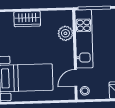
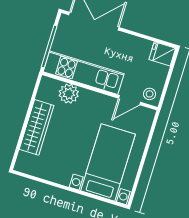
wardrobe: (27, 19) -> (37, 127), width x1.50
door: (76, 78) -> (129, 100), hinge flipped

